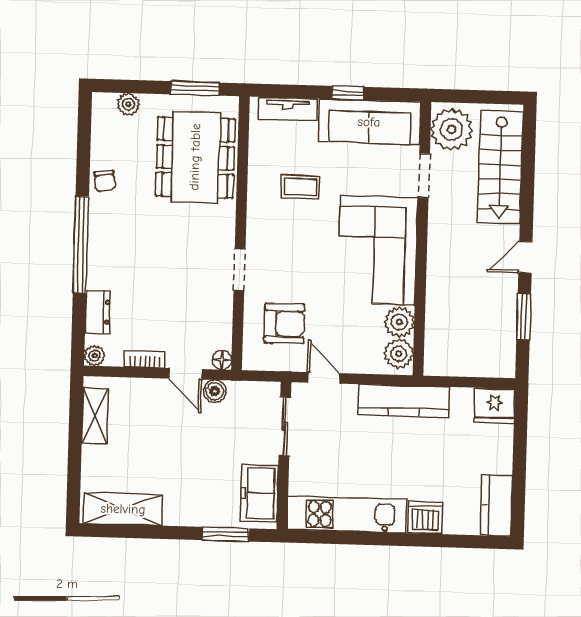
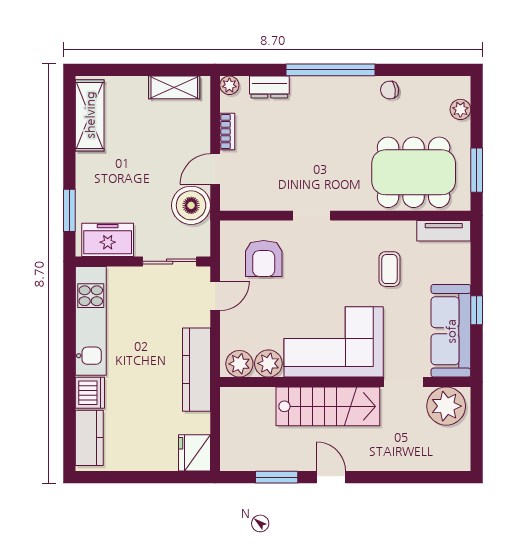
tv unit: (288, 109) -> (444, 231), moved, turned -90
stairs: (500, 167) -> (328, 406), moved, turned 180
floor lamp: (222, 360) -> (229, 202), removed
boiler: (215, 391) -> (191, 205), width x1.86, depth x1.86
kitchen counter: (496, 505) -> (89, 438), moved, turned 90

